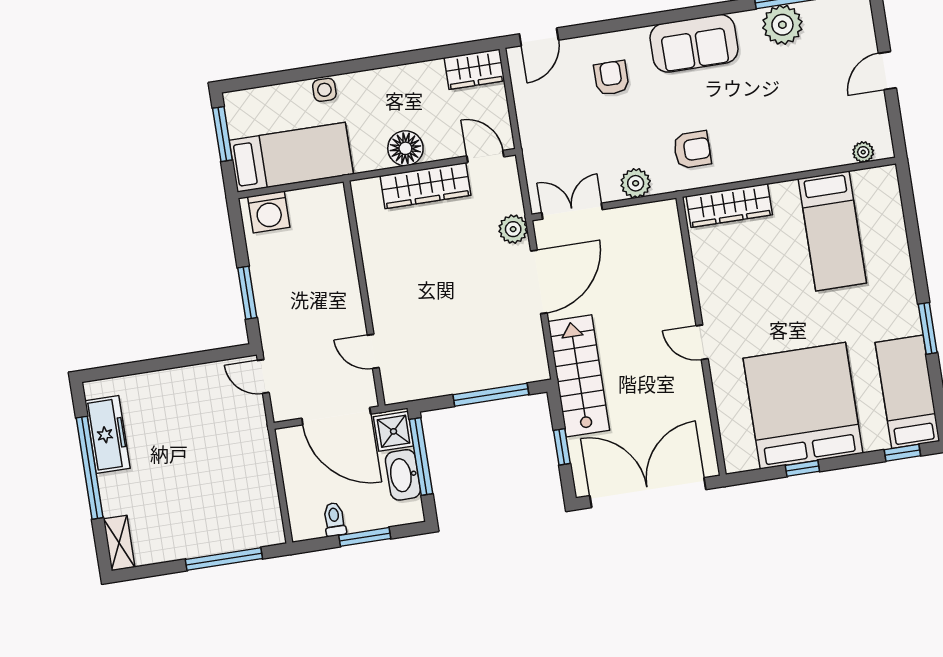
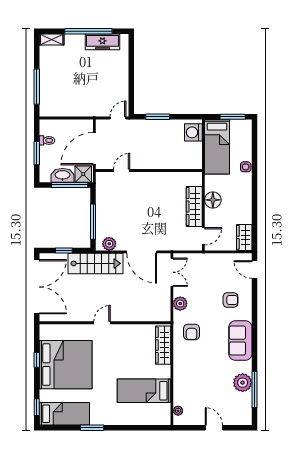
plant: (513, 229) -> (109, 244), moved

